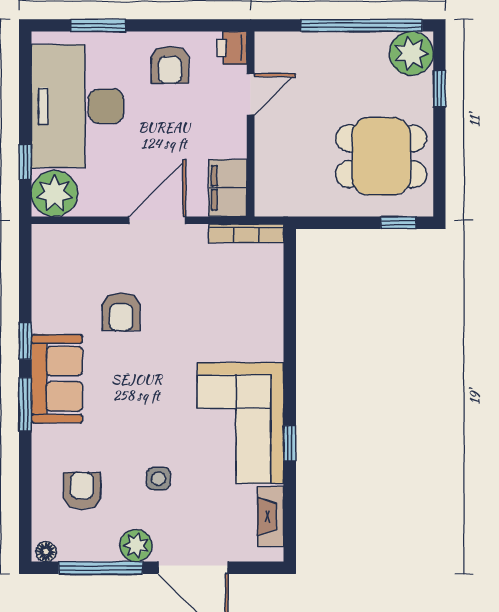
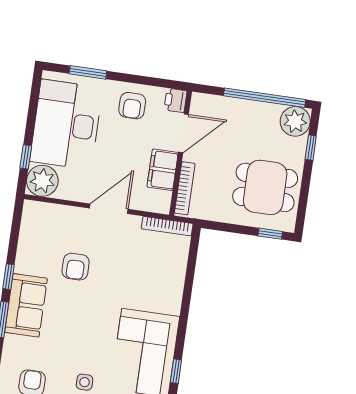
door: (251, 94) -> (183, 133), width x1.38
bookcase: (264, 174) -> (185, 188), added
filing cabinet: (228, 188) -> (163, 170), moved

